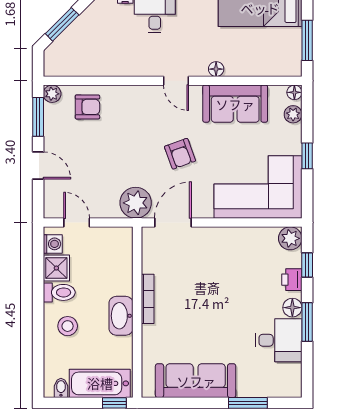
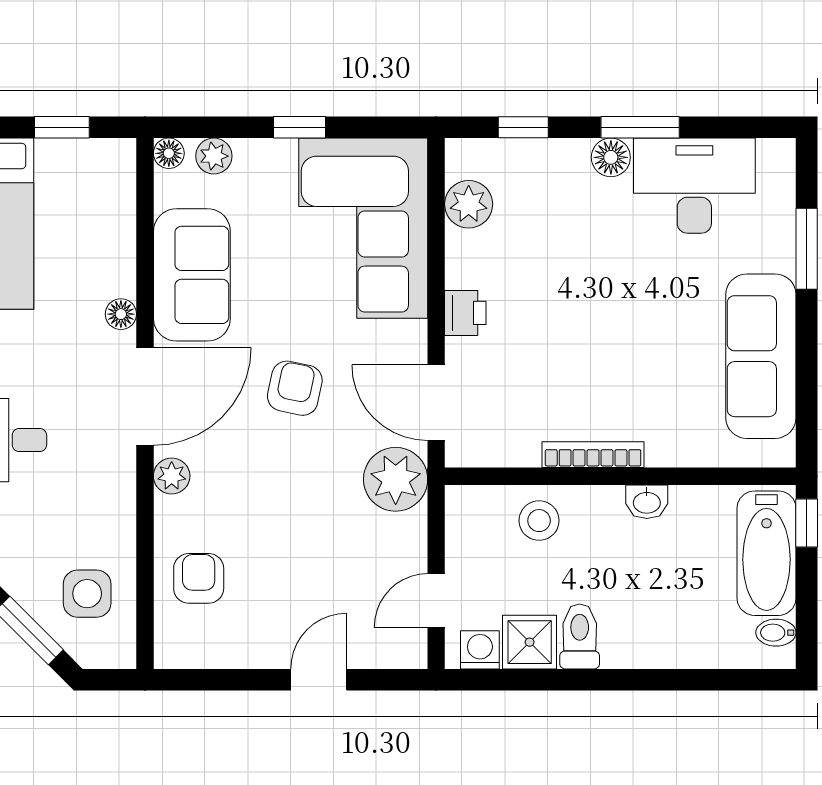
window: (307, 40) -> (62, 127), width x0.67
side table: (80, 53) -> (87, 594), added
door: (176, 81) -> (145, 396), width x1.87
plant: (52, 94) -> (172, 476), moved
window: (38, 117) -> (219, 680), removed
armchair: (180, 154) -> (295, 388), turned -58
plant: (290, 238) -> (469, 204), moved
printer: (292, 280) -> (465, 313), moved, turned -90
washbasin: (121, 316) -> (647, 502), width x0.52, depth x0.69
stool: (68, 326) -> (539, 521), moved
desk: (279, 340) -> (694, 186), width x1.37

